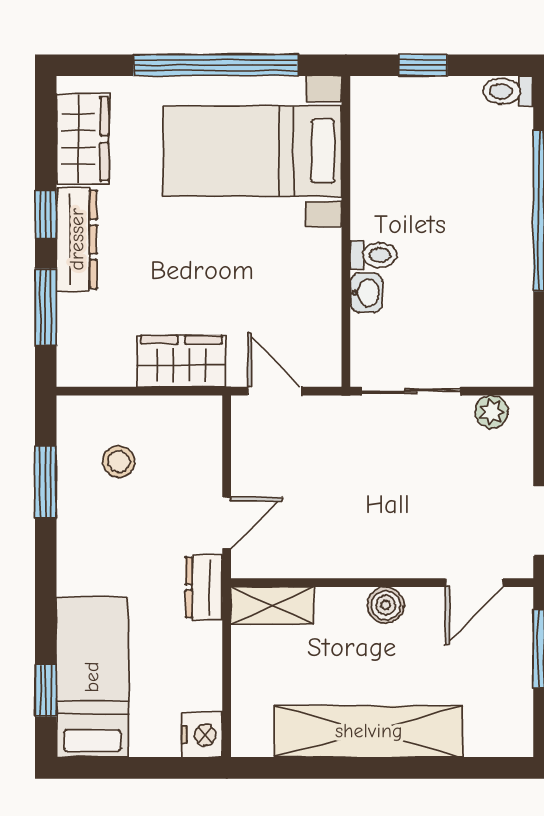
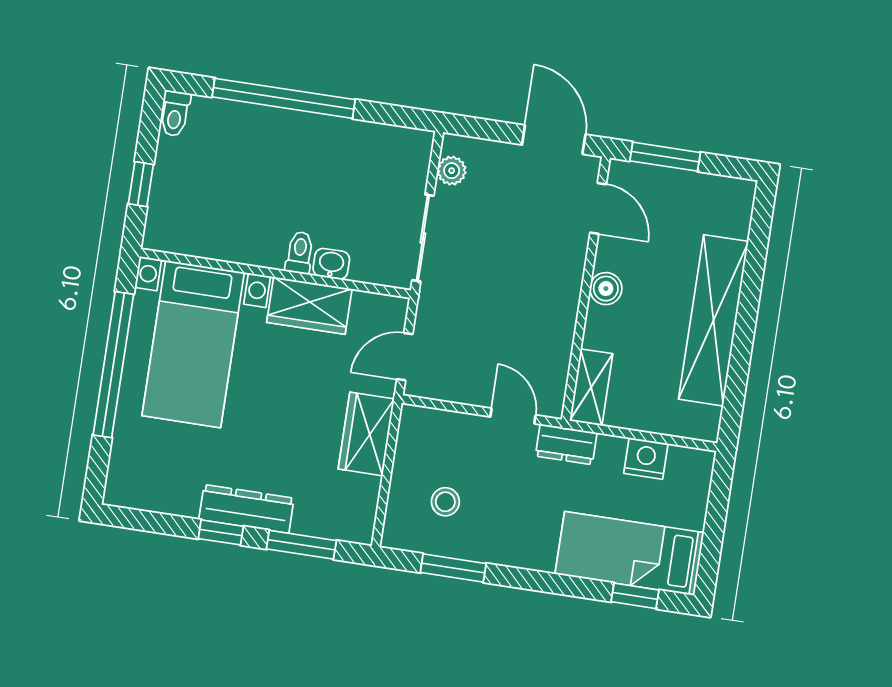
wardrobe: (82, 139) -> (309, 306), moved, turned 180
nightstand: (202, 735) -> (646, 458), moved

